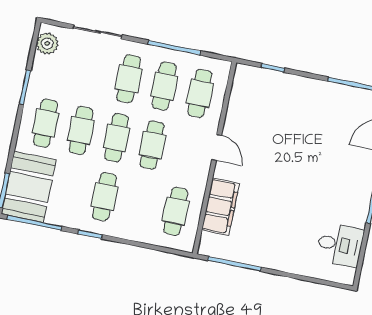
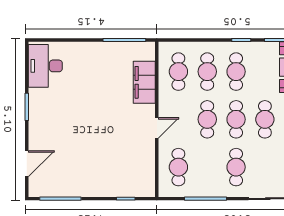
cafe table: (164, 86) -> (207, 72), moved
door: (217, 147) -> (157, 128), swing flipped
desk: (340, 245) -> (45, 66), width x1.37

